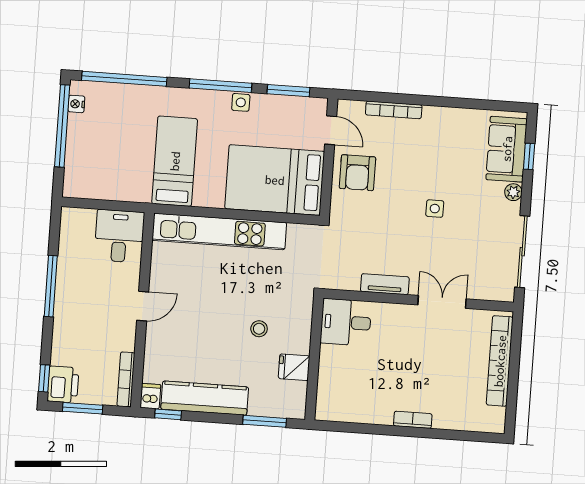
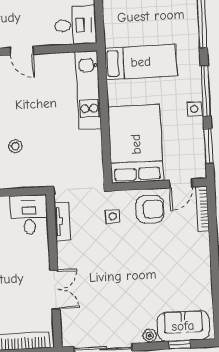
bookcase: (394, 110) -> (202, 209), moved
armchair: (357, 173) -> (150, 209), turned 180
side table: (435, 209) -> (113, 216), moved
kitchen unit: (219, 231) -> (88, 90), width x0.73
tv unit: (385, 284) -> (62, 221), moved

